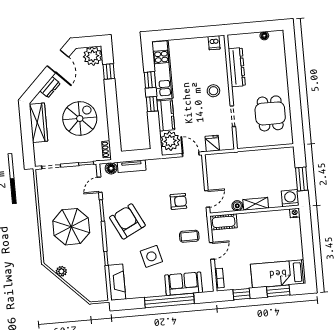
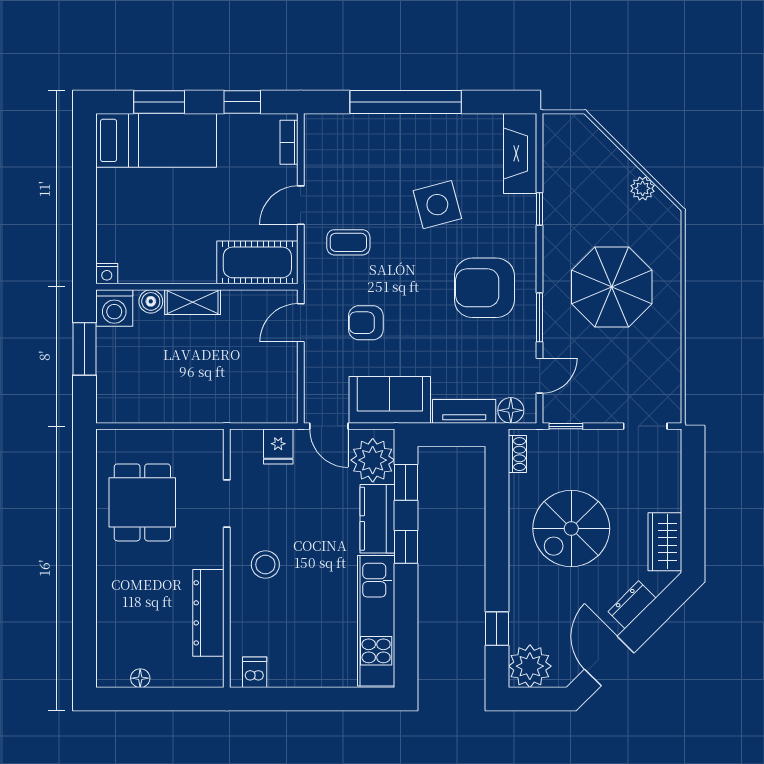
window: (150, 80) -> (406, 482), moved
wardrobe: (38, 123) -> (665, 542), width x0.67
boiler: (237, 206) -> (151, 301), moved
armchair: (127, 221) -> (484, 288), turned 117
cot: (224, 222) -> (257, 262), width x1.37, depth x1.34
sofa: (184, 284) -> (390, 400), moved, turned 180

